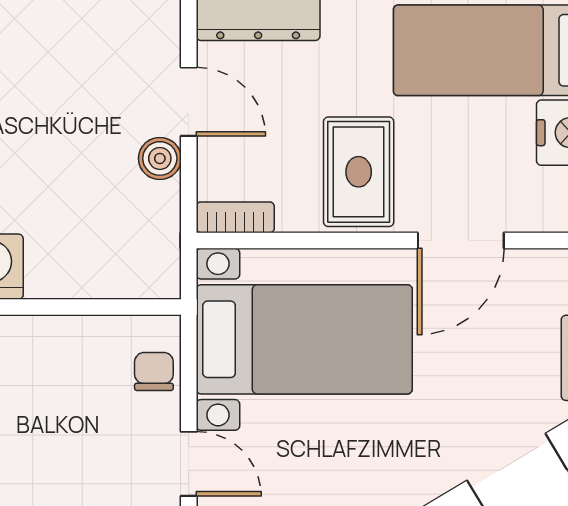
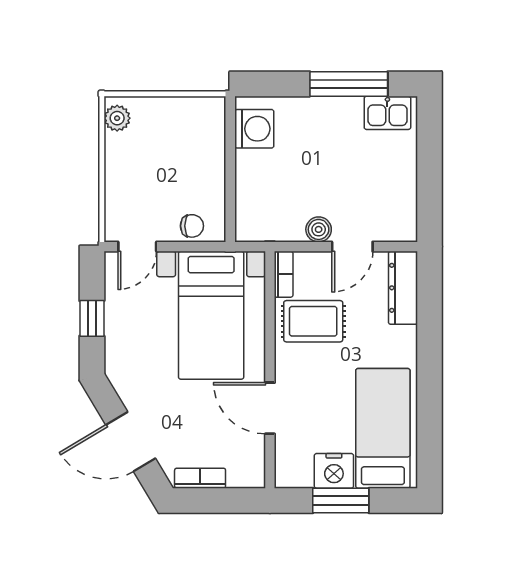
rug: (359, 172) -> (313, 321), moved

